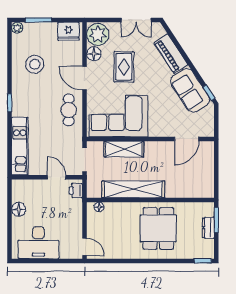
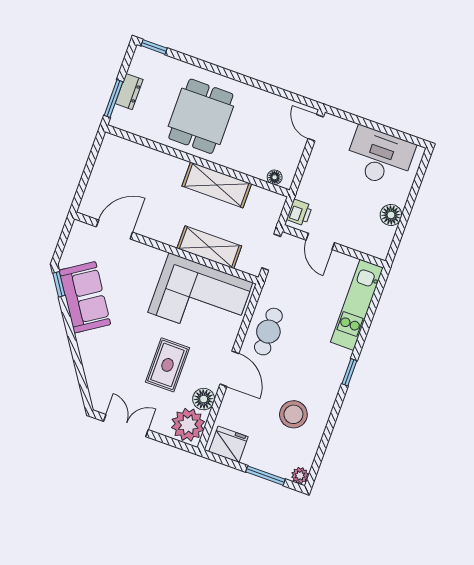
piano: (171, 54) -> (93, 360), removed
shelving: (133, 189) -> (217, 185), width x0.68

